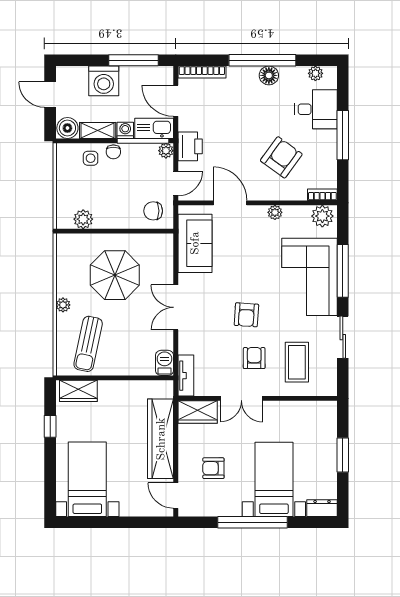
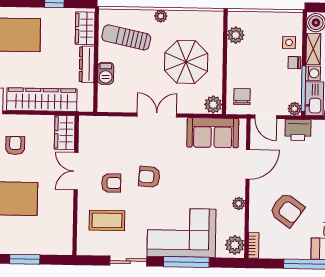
plant: (163, 243) -> (213, 104), added
barbecue: (165, 363) -> (106, 73), moved, turned 90
tv unit: (186, 376) -> (97, 123), removed
dresser: (120, 388) -> (87, 64), added

